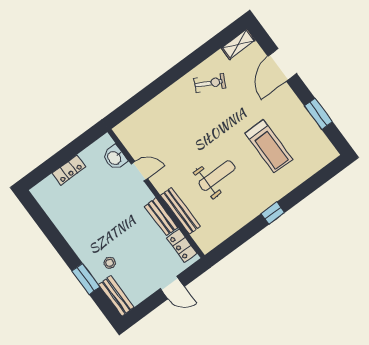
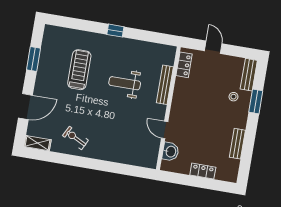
bench: (161, 217) -> (237, 144), moved

